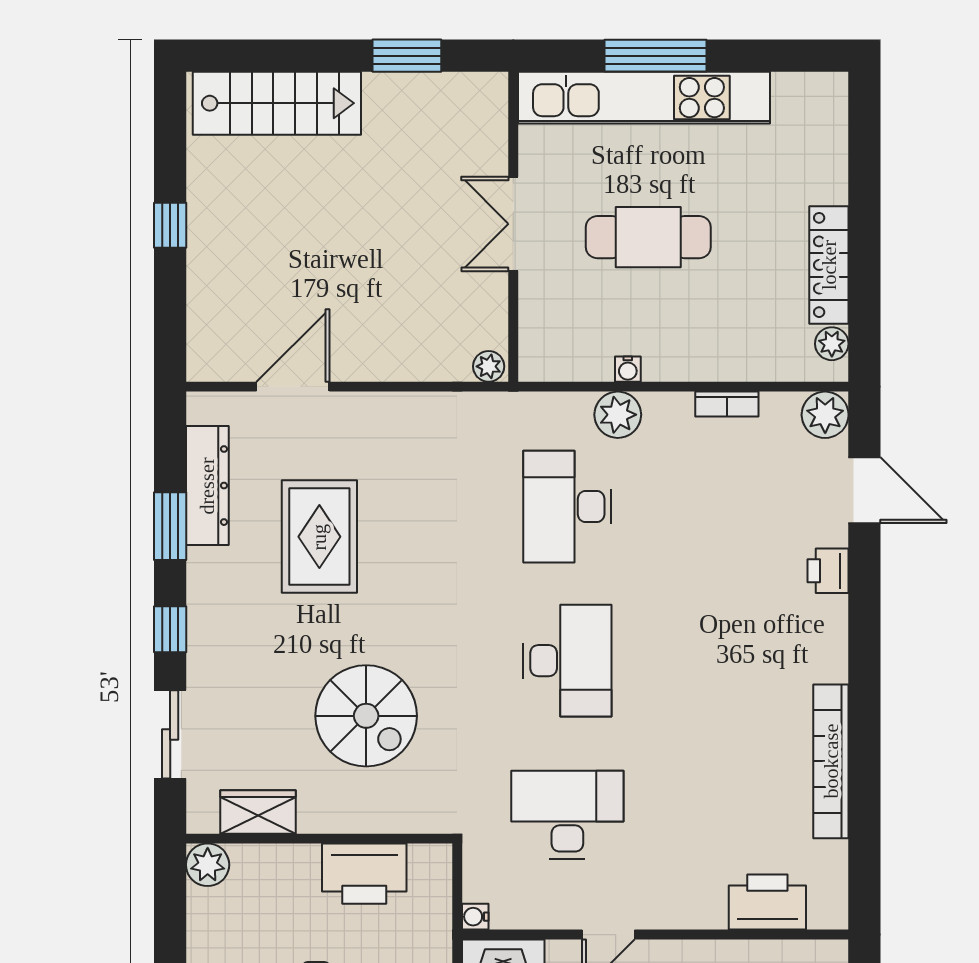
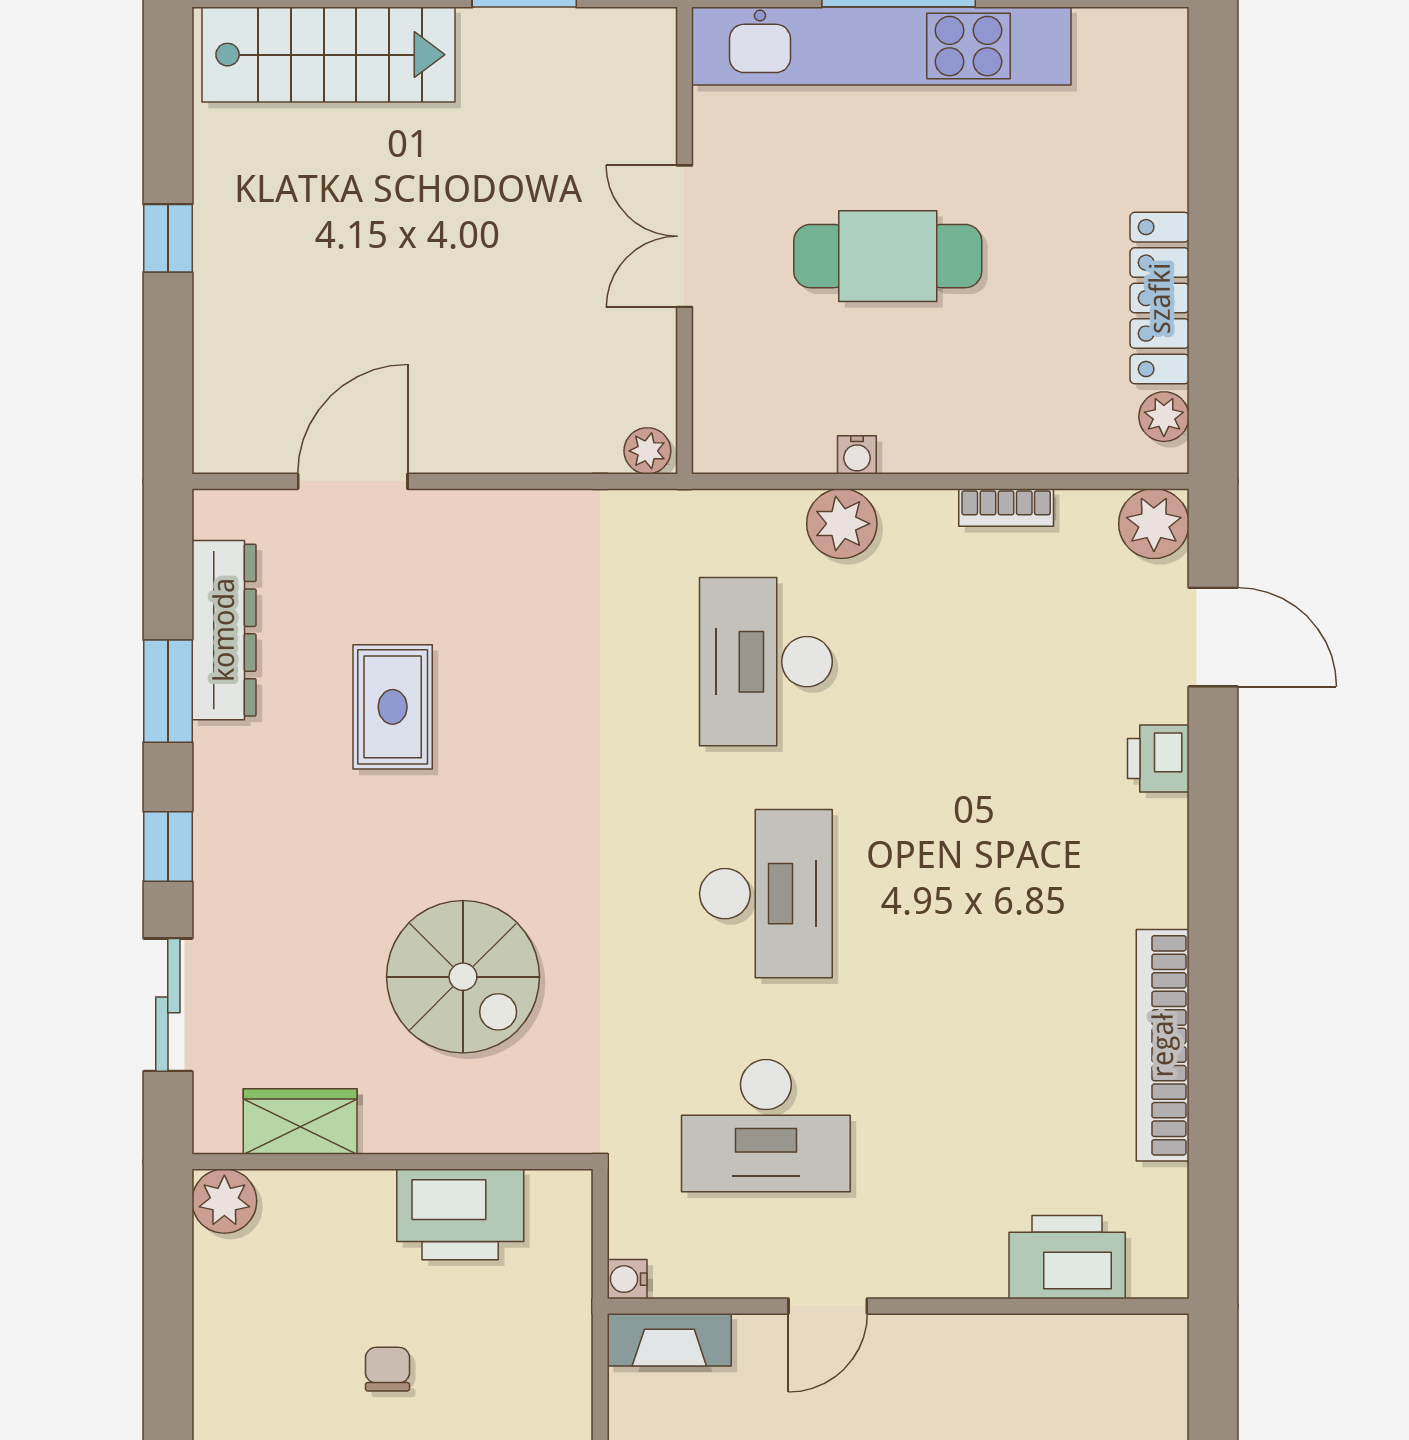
rug: (319, 537) -> (393, 707), width x0.73, depth x0.70
desk: (567, 815) -> (766, 1126), turned 180

